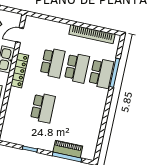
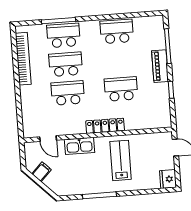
locker: (20, 70) -> (105, 126), moved
school desk: (92, 118) -> (117, 31), added
piano: (68, 149) -> (160, 66), moved

